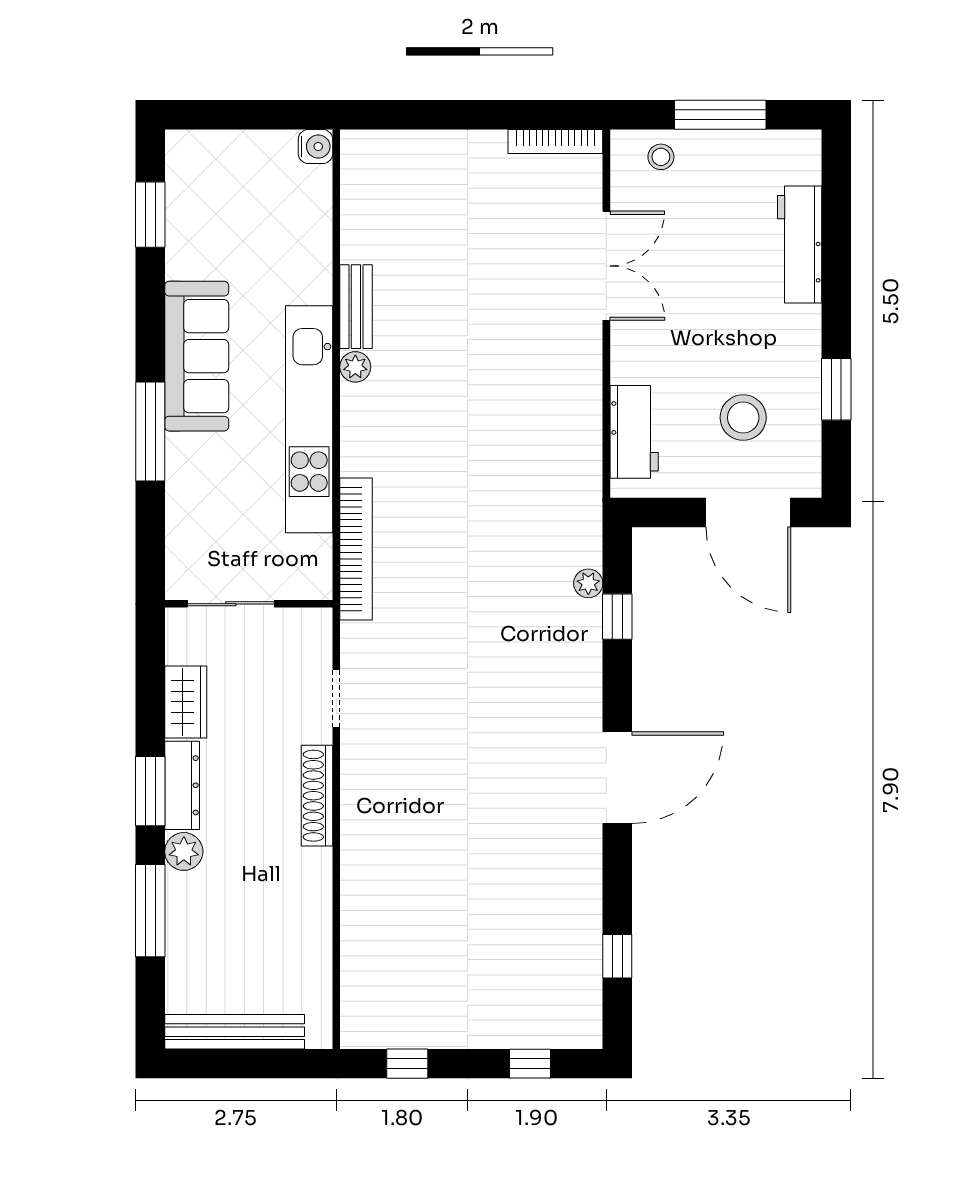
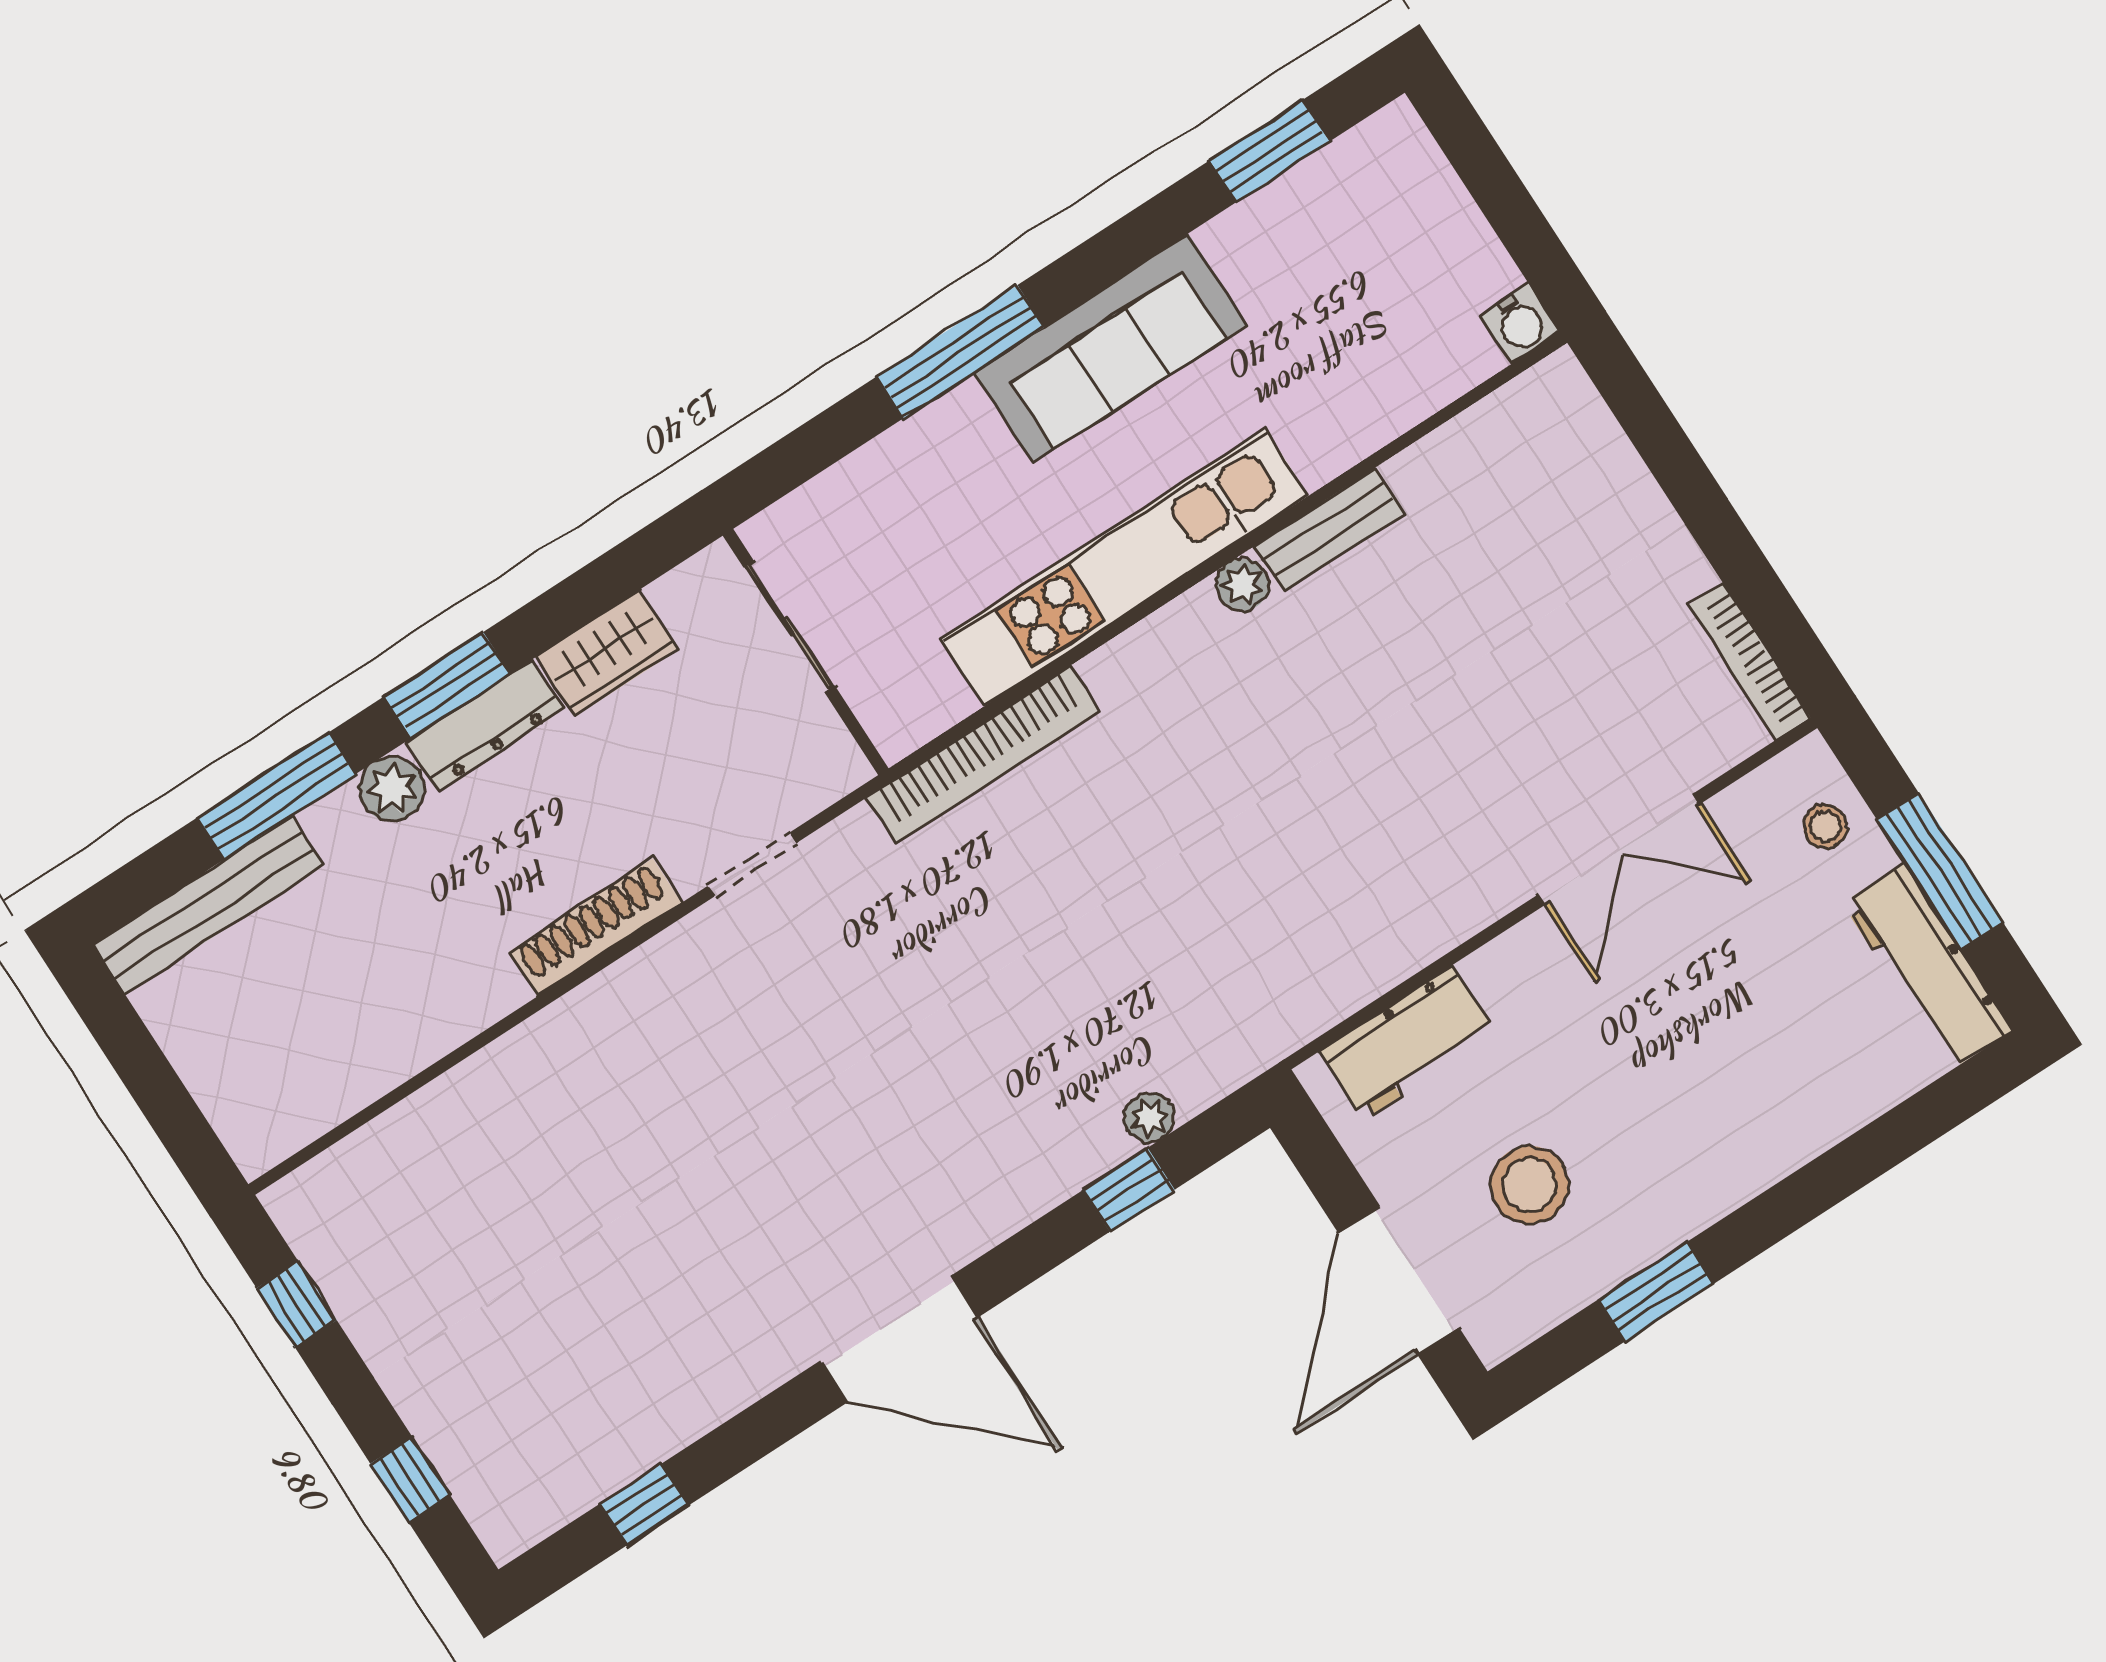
workbench: (800, 245) -> (1928, 967), moved, turned -90
bench: (235, 1032) -> (208, 905), moved, turned 90

